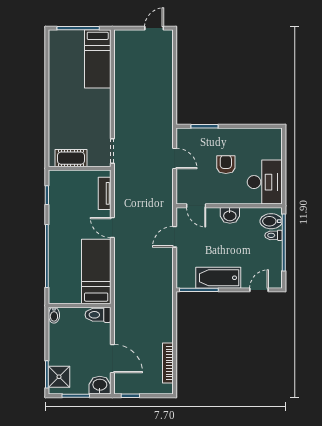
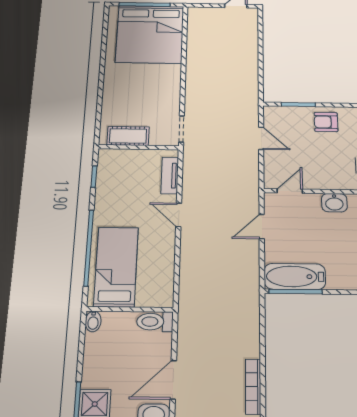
bed: (98, 59) -> (150, 34), width x2.04
armchair: (226, 165) -> (326, 122), moved, turned -90
door: (196, 206) -> (290, 191), swing flipped
bed: (96, 271) -> (116, 267), moved
bathtub: (218, 278) -> (295, 276), moved
door: (112, 359) -> (173, 380), swing flipped

